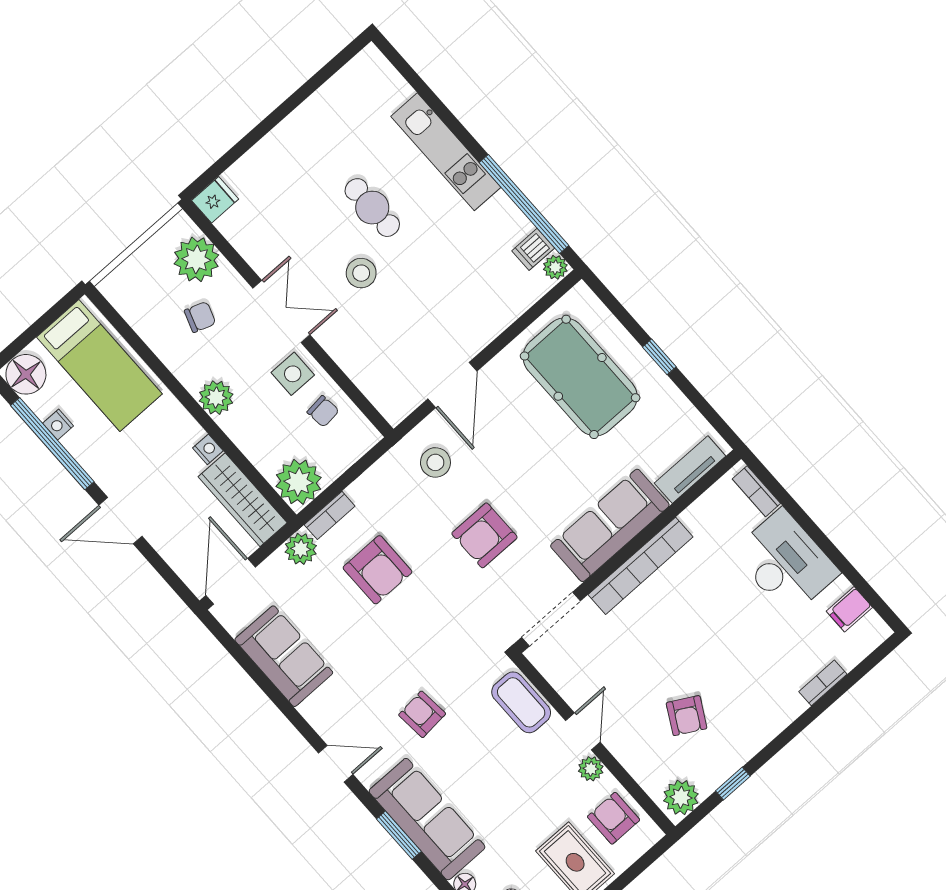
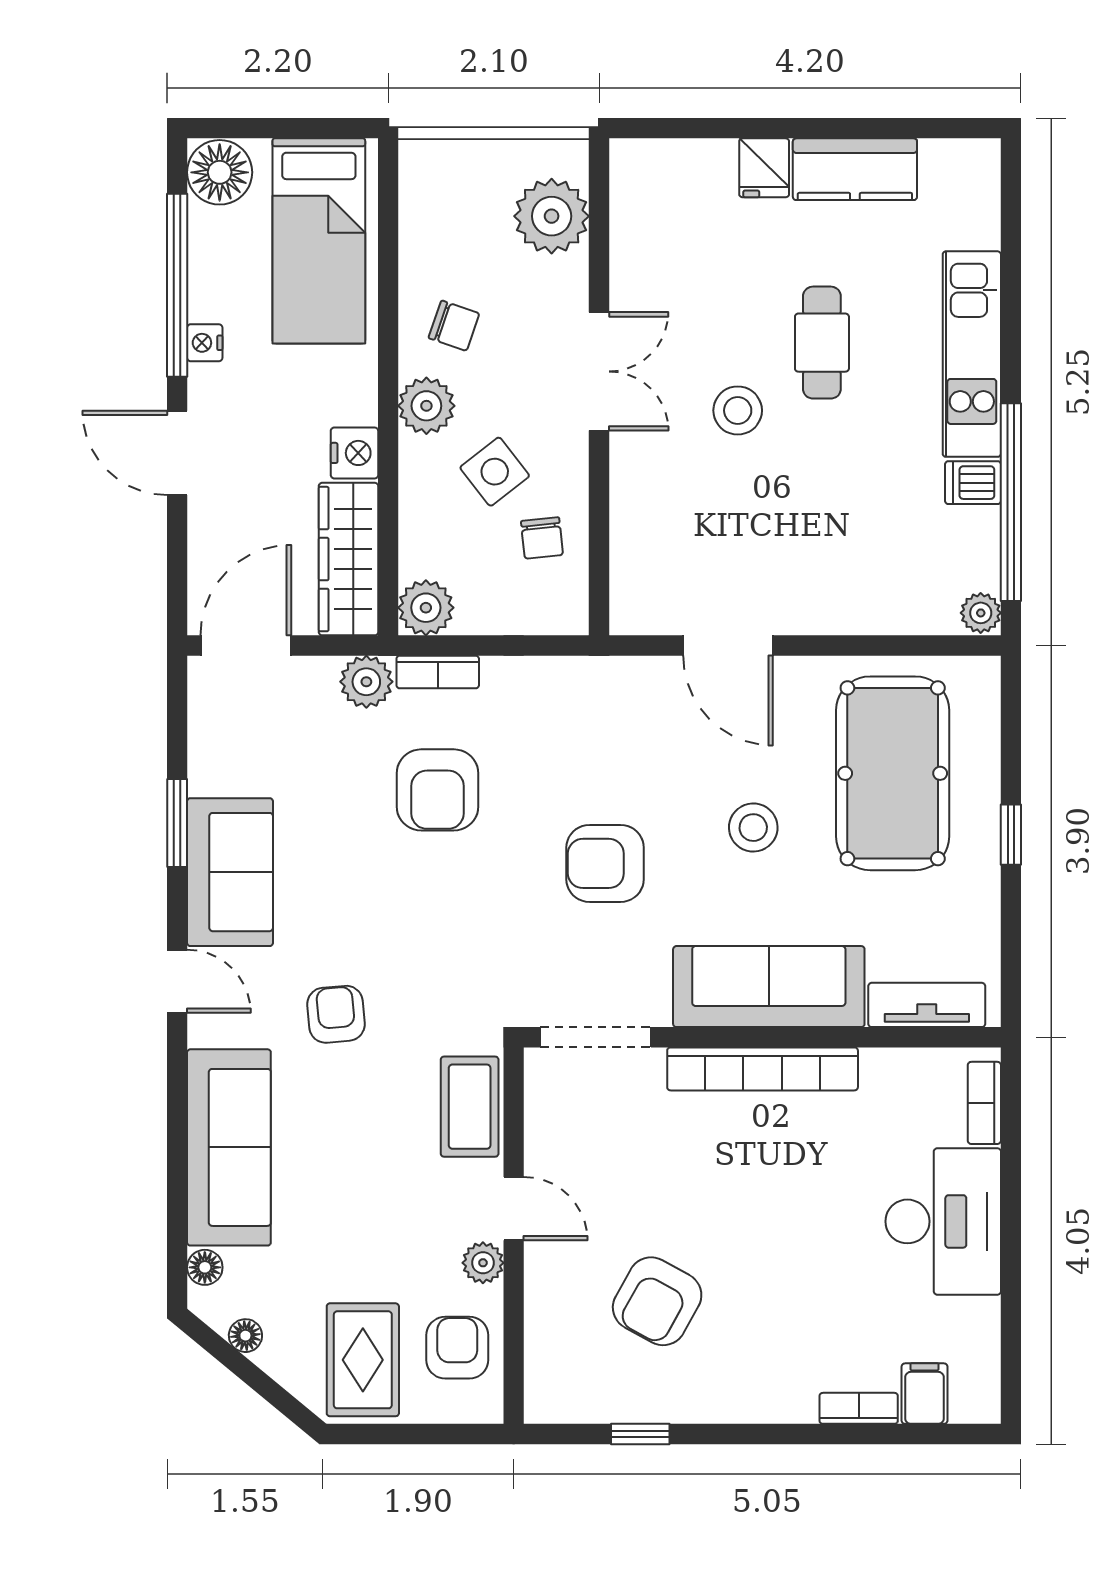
kitchen counter: (317, 114) -> (855, 169), added
fridge: (215, 200) -> (764, 168), moved, turned 90
dishwasher: (533, 249) -> (973, 483), moved
chair: (200, 317) -> (454, 326), moved
side table: (293, 374) -> (495, 472), moved, turned -38
door: (452, 385) -> (728, 645), hinge flipped
nightstand: (58, 425) -> (205, 343), moved
nightstand: (208, 449) -> (354, 453), width x1.39, depth x1.35
stool: (435, 462) -> (753, 828), moved
plant: (299, 482) -> (426, 608), width x0.73, depth x0.73
filing cabinet: (849, 609) -> (925, 1394), moved, turned 90
sofa: (284, 656) -> (230, 872), moved
armchair: (687, 716) -> (657, 1301), width x1.38, depth x1.38
door: (583, 731) -> (514, 1209), hinge flipped
plant: (681, 797) -> (562, 1395), removed
window: (399, 835) -> (177, 823), moved

